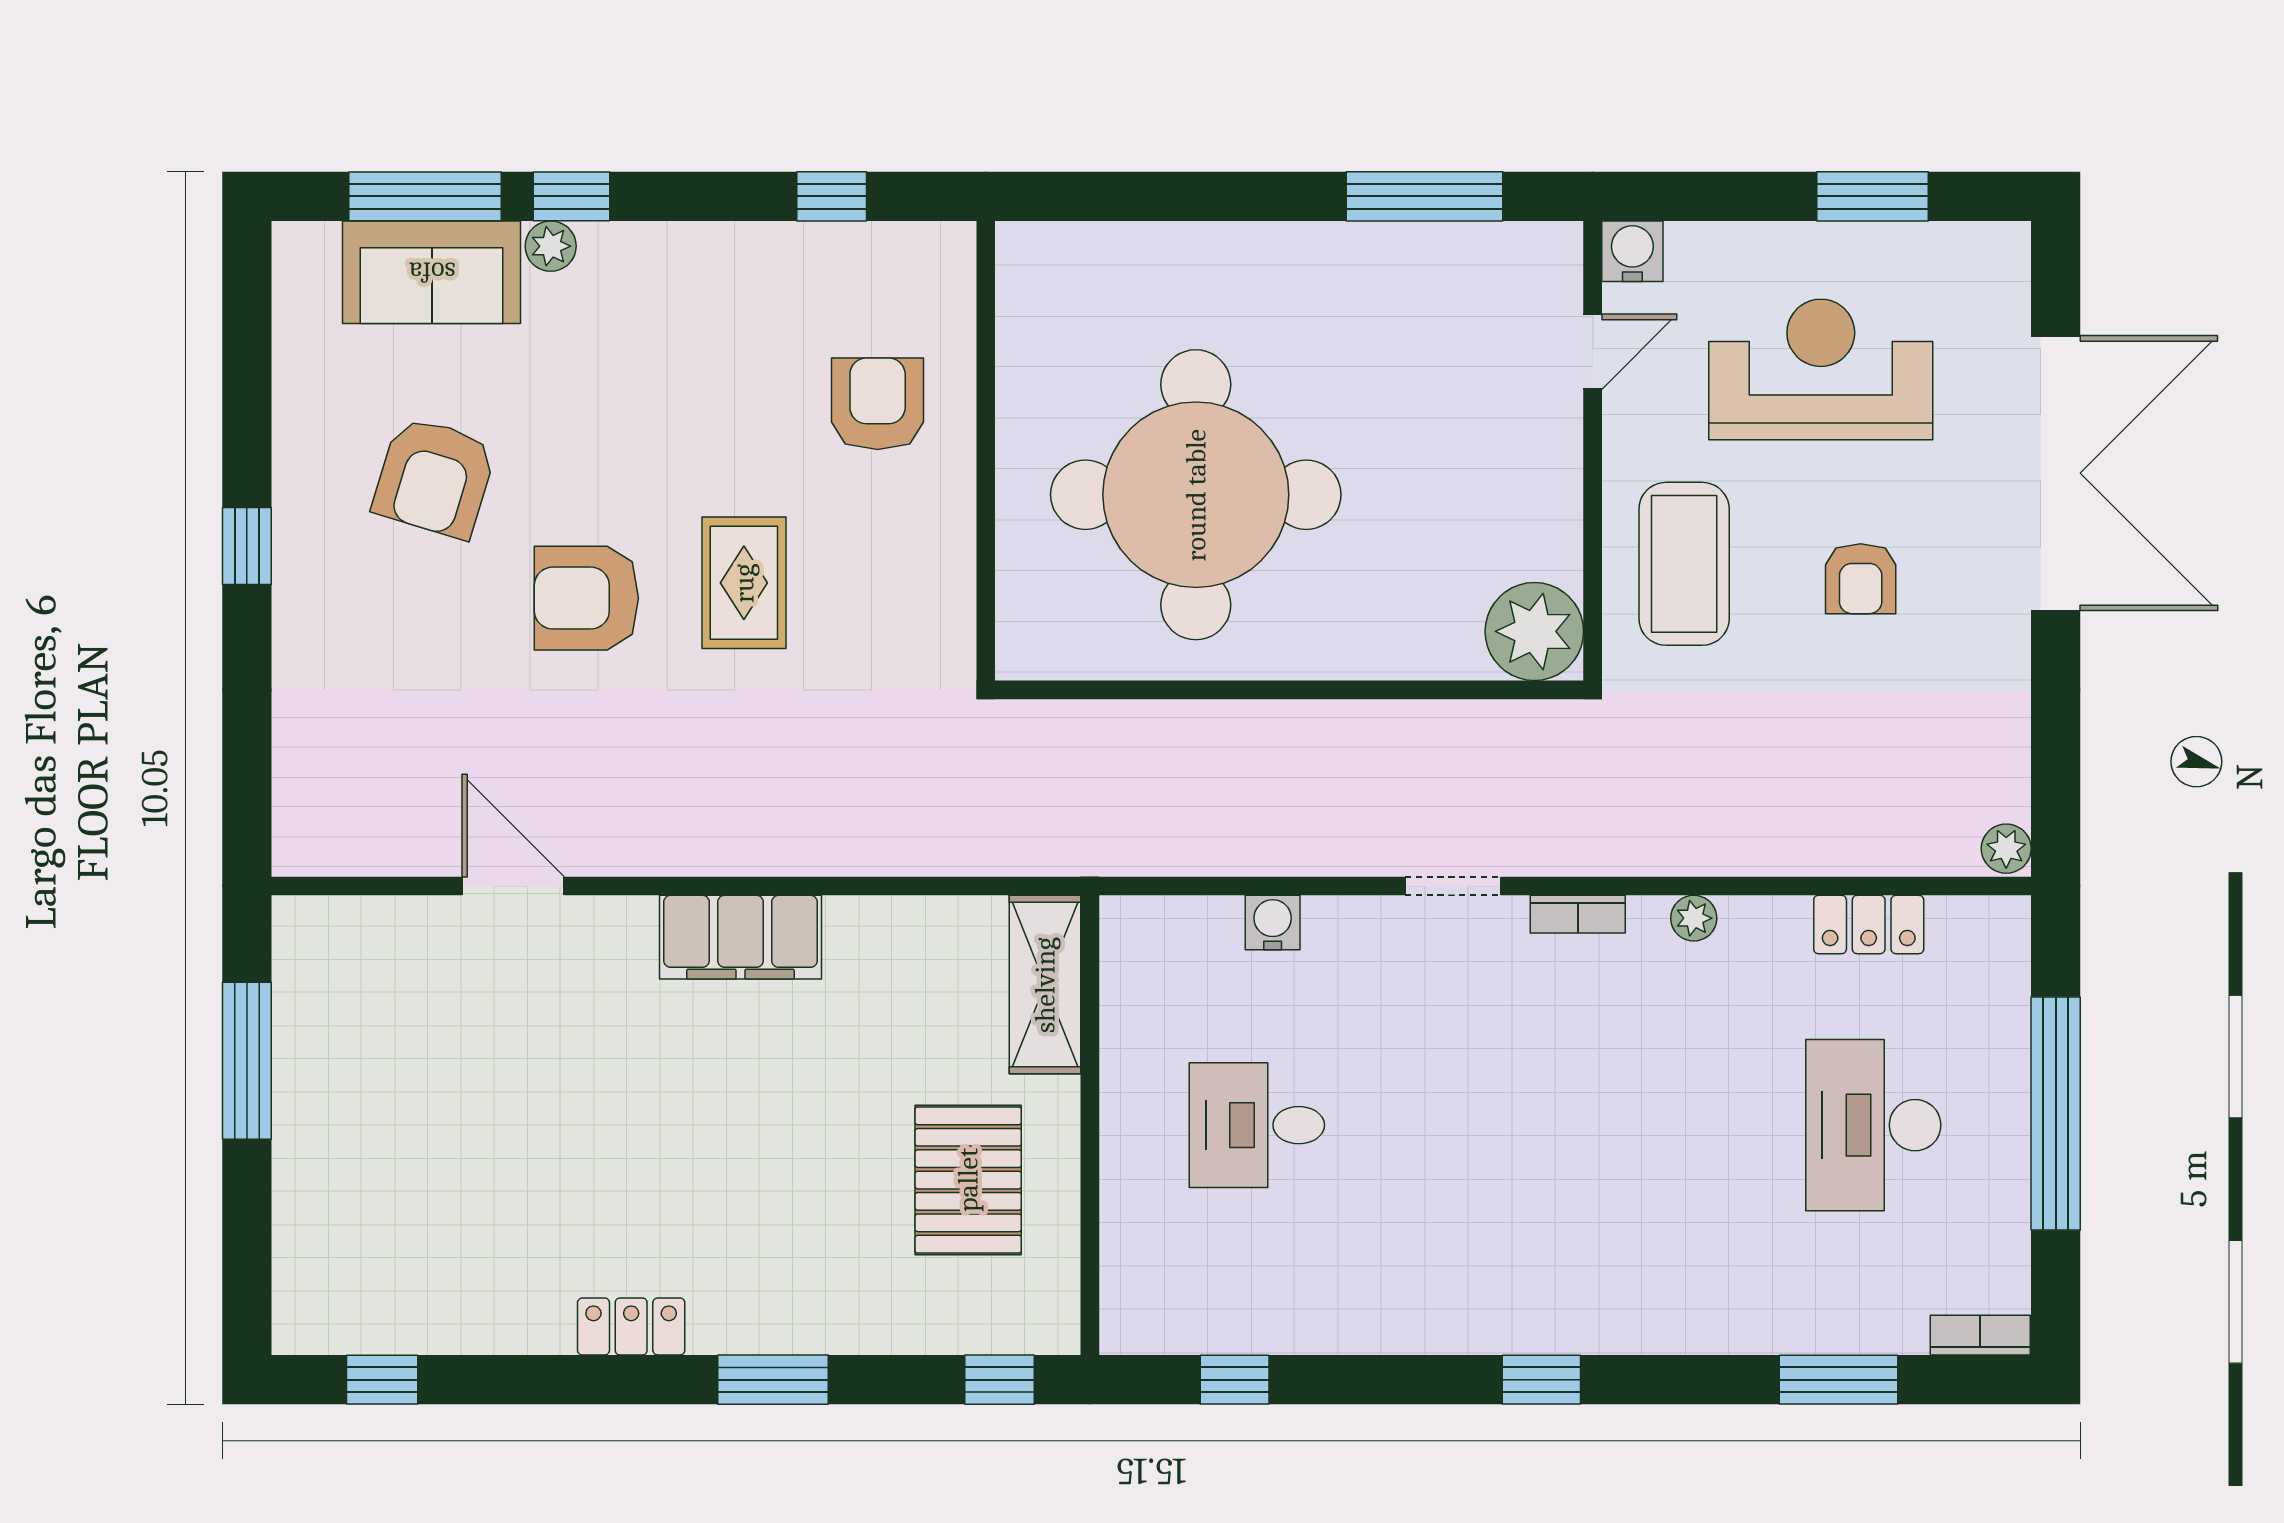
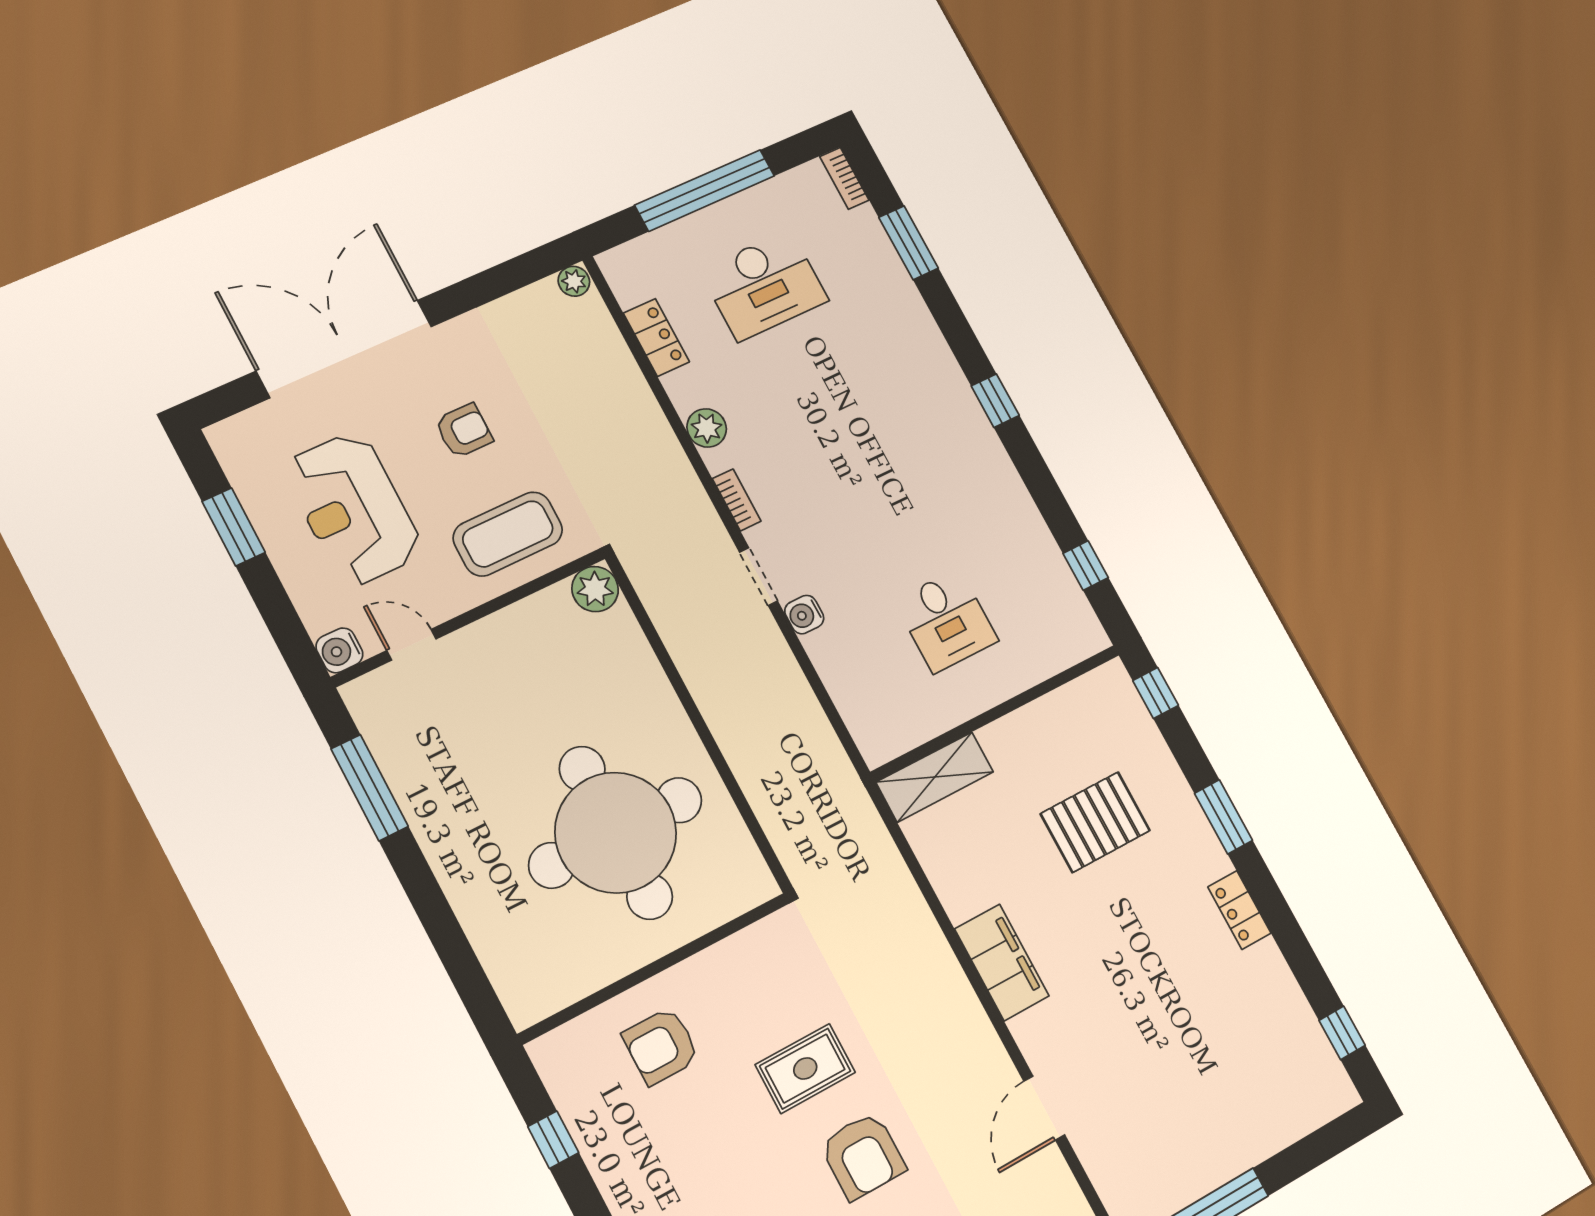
plant: (1534, 631) -> (595, 589), width x0.73, depth x0.73
plant: (1694, 918) -> (707, 428), width x1.38, depth x1.38
water cooler: (1273, 922) -> (804, 615), moved
pallet: (968, 1180) -> (1095, 822), moved

